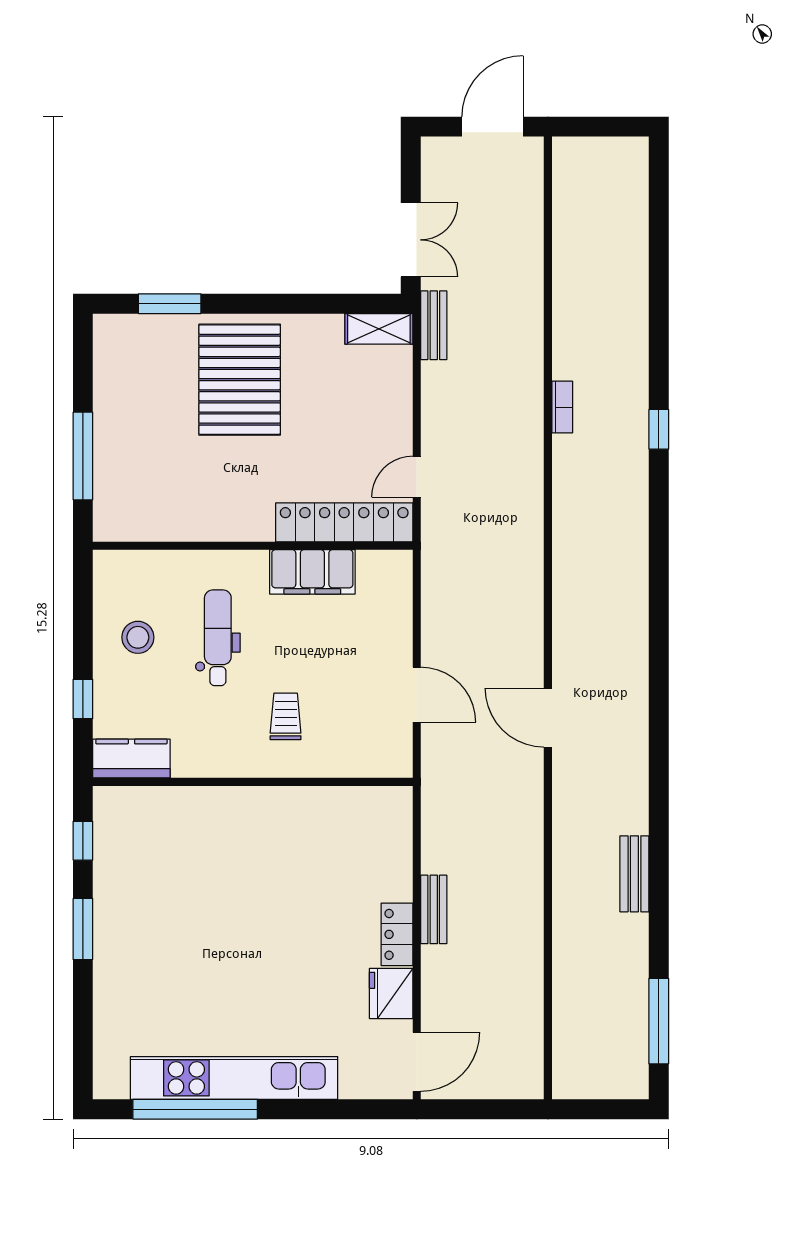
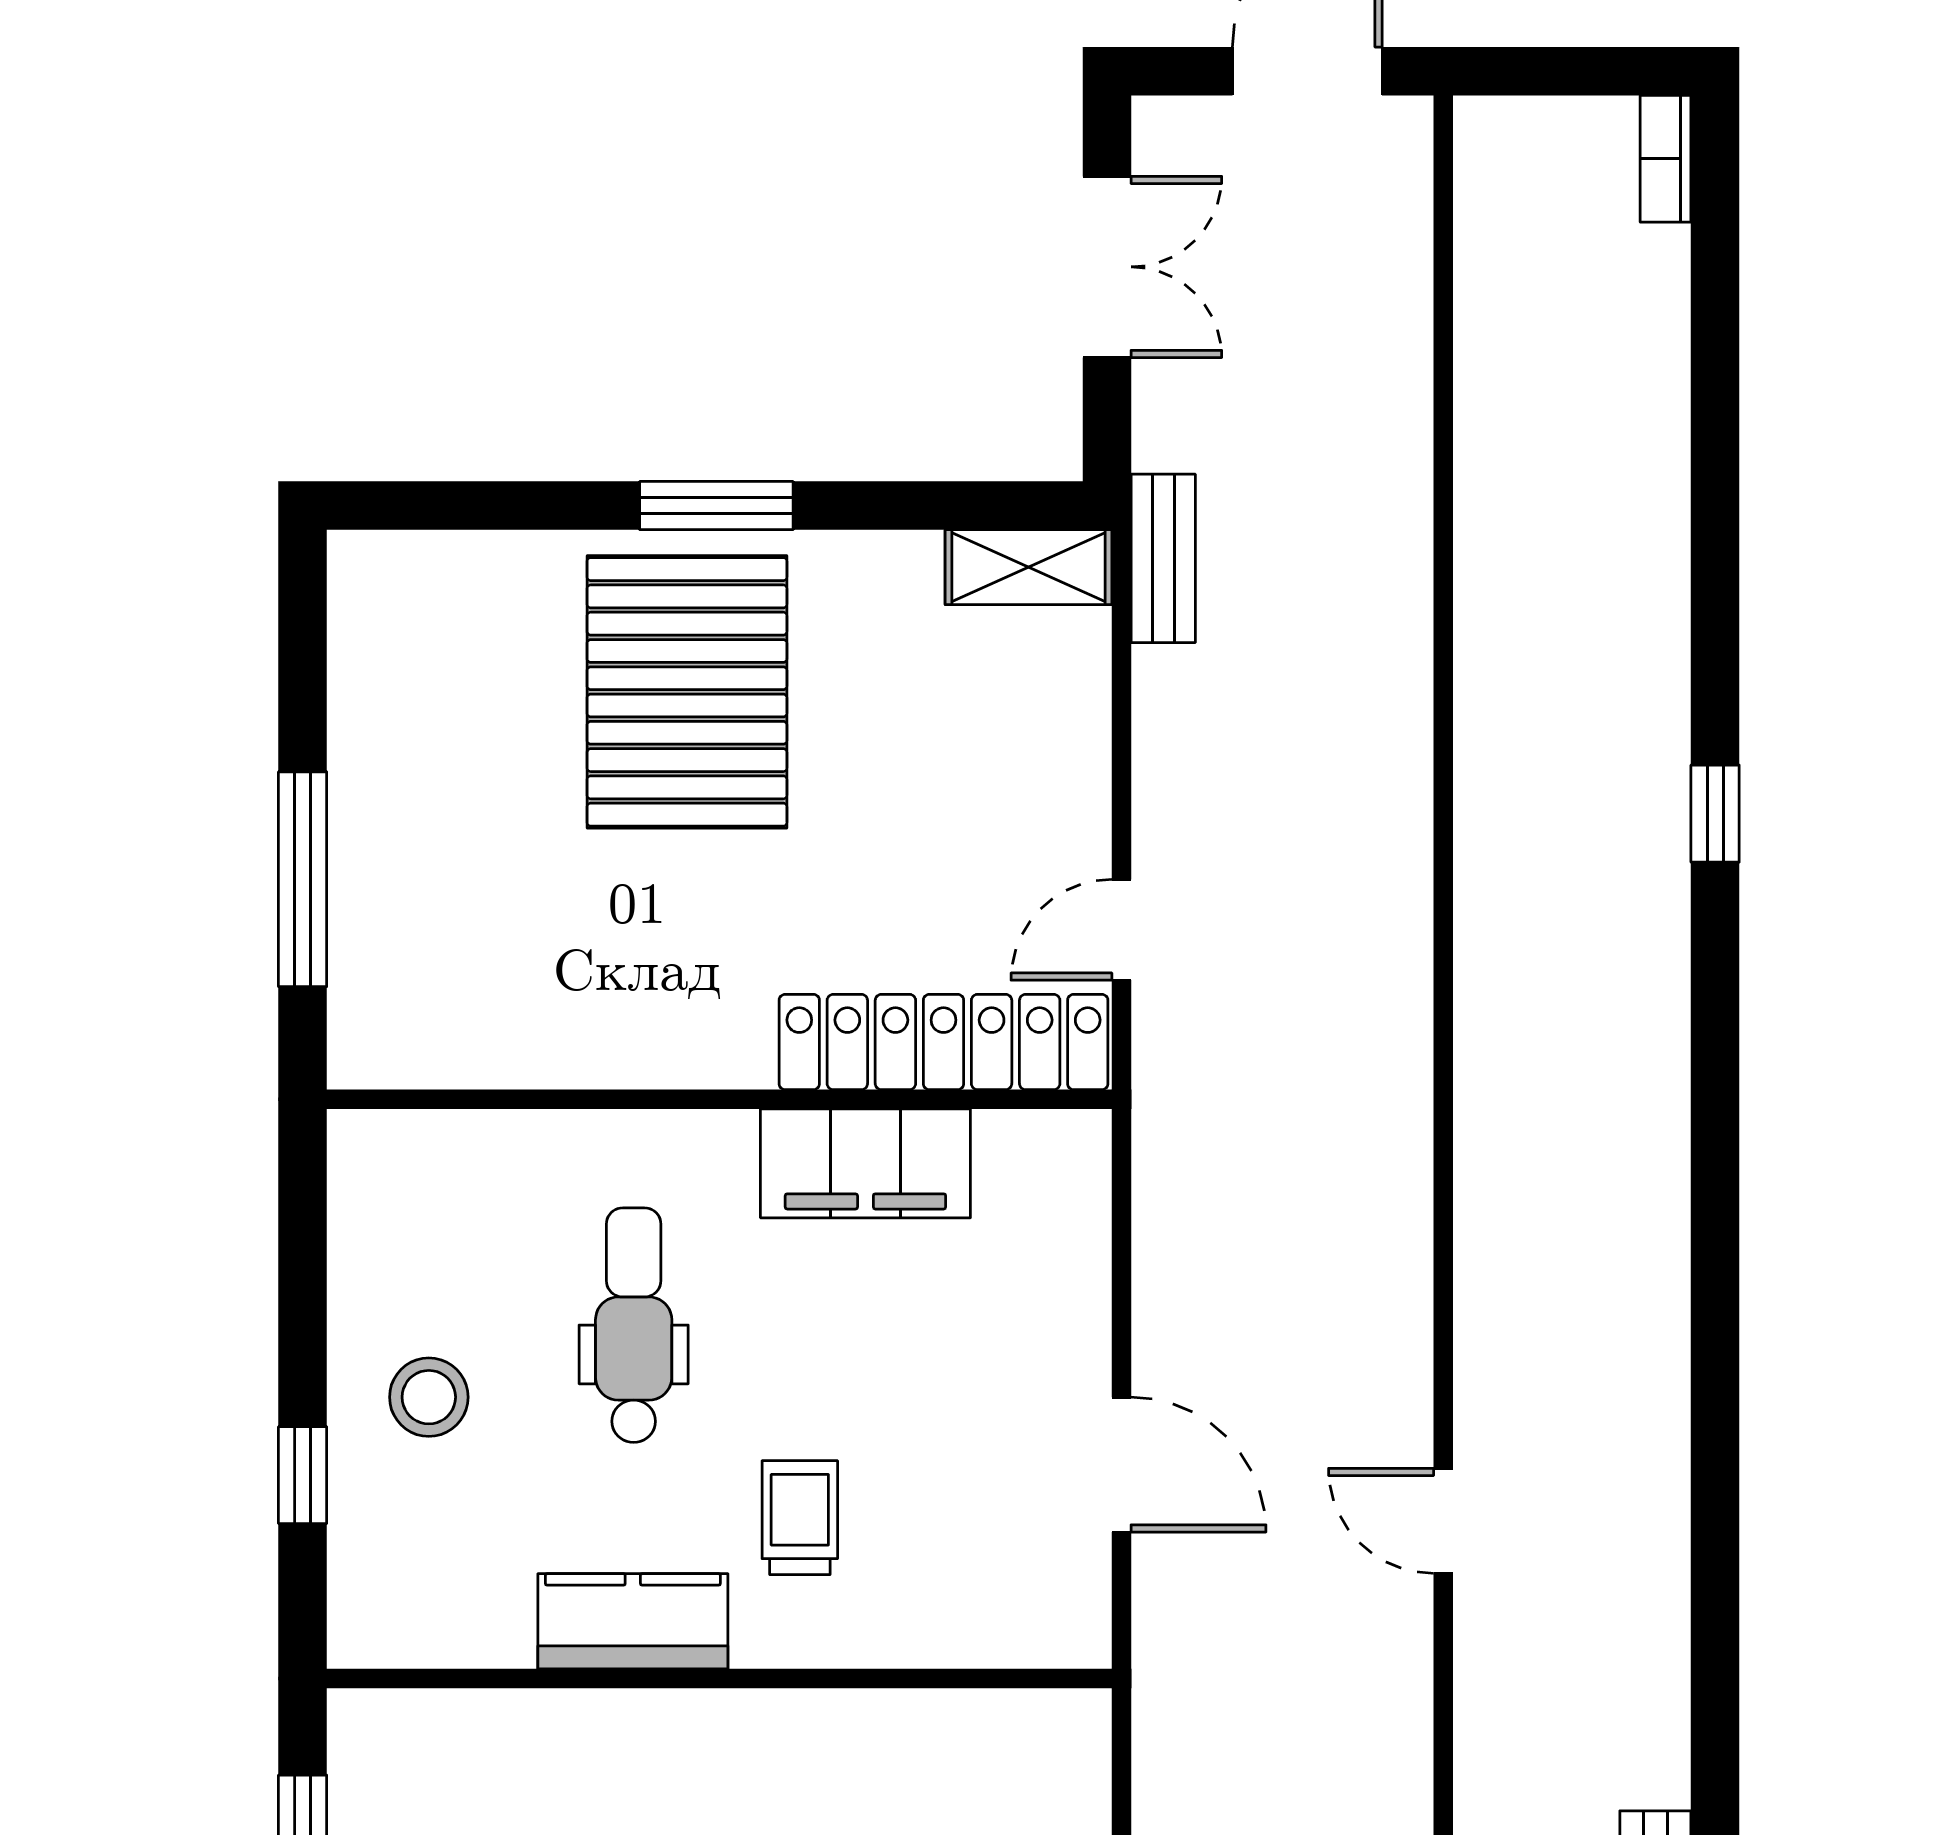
double door: (411, 240) -> (1107, 267), moved
window: (170, 304) -> (716, 506), moved
bookcase: (562, 407) -> (1666, 159), moved, turned 180
stool: (138, 637) -> (429, 1397), moved
door: (548, 718) -> (1443, 1521), width x0.73
kitchen counter: (131, 759) -> (633, 1621), moved

